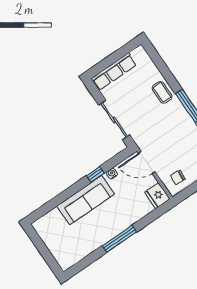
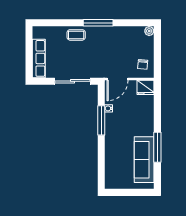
window: (95, 174) -> (101, 120), width x2.17
sofa: (86, 200) -> (144, 160), moved, turned 180
window: (119, 239) -> (157, 147), moved

